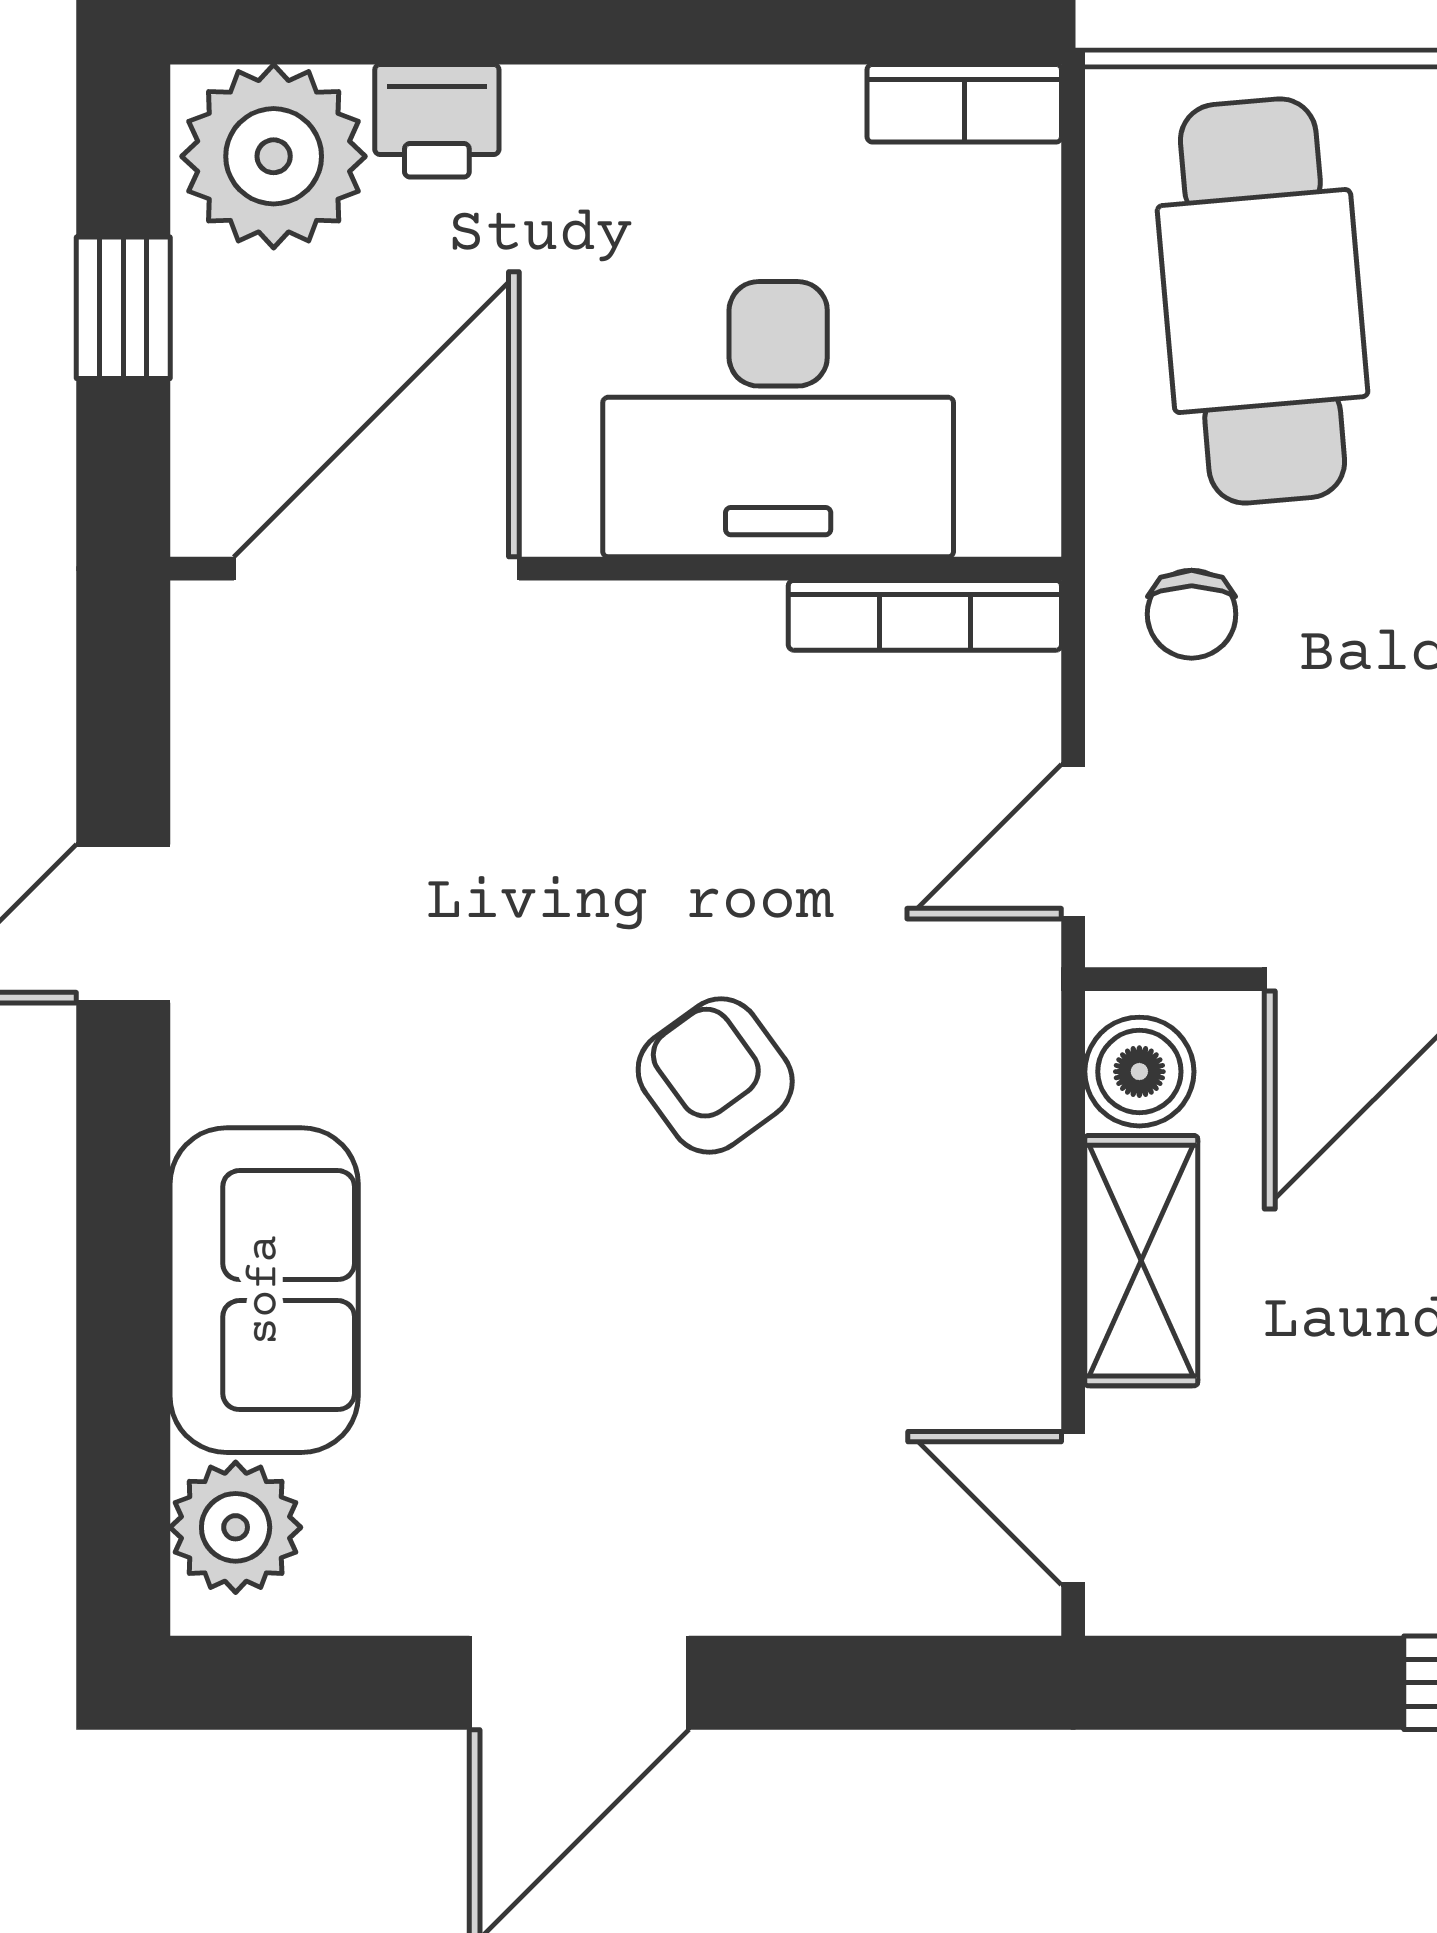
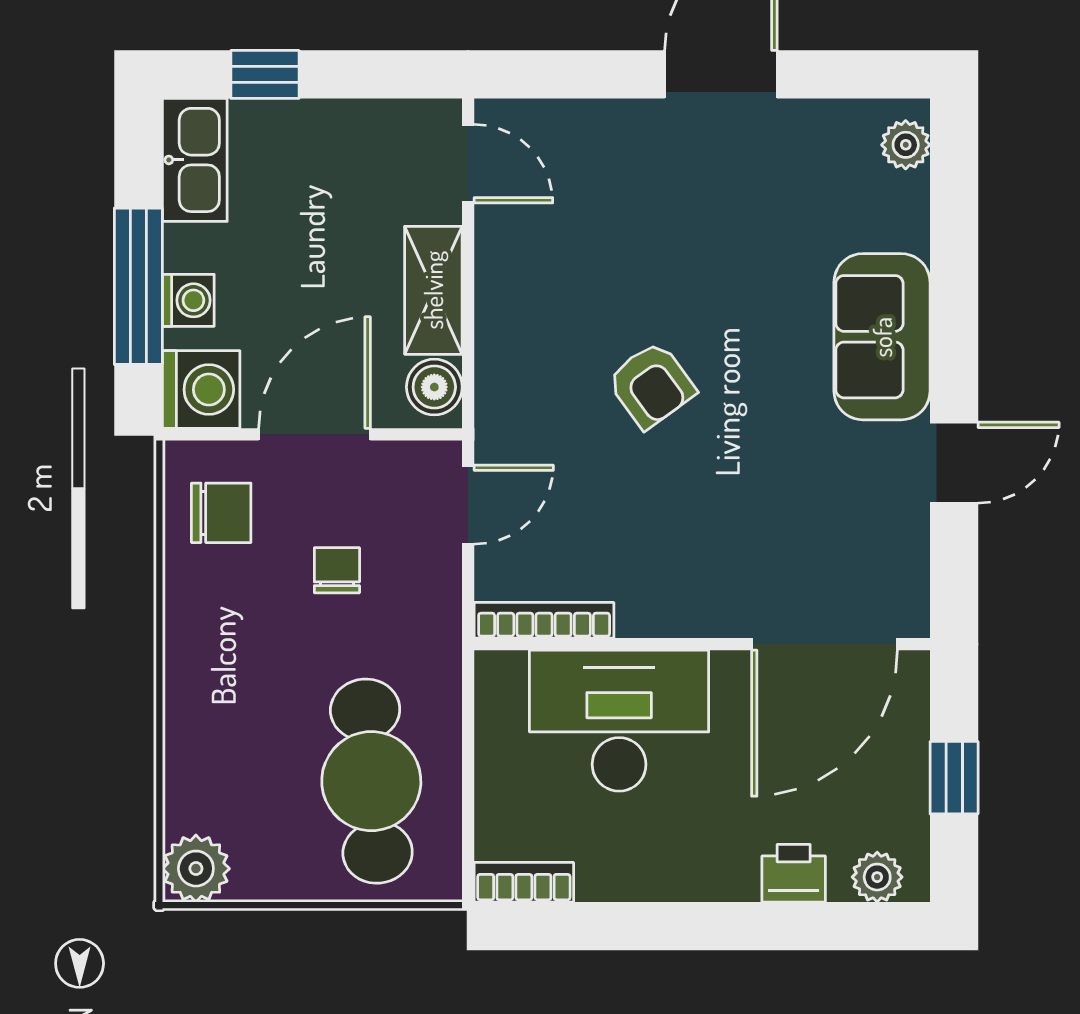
plant: (274, 156) -> (877, 877), width x0.53, depth x0.53
chair: (1192, 614) -> (337, 570), moved
sofa: (264, 1290) -> (882, 337), moved
plant: (236, 1527) -> (906, 145), width x0.73, depth x0.73

